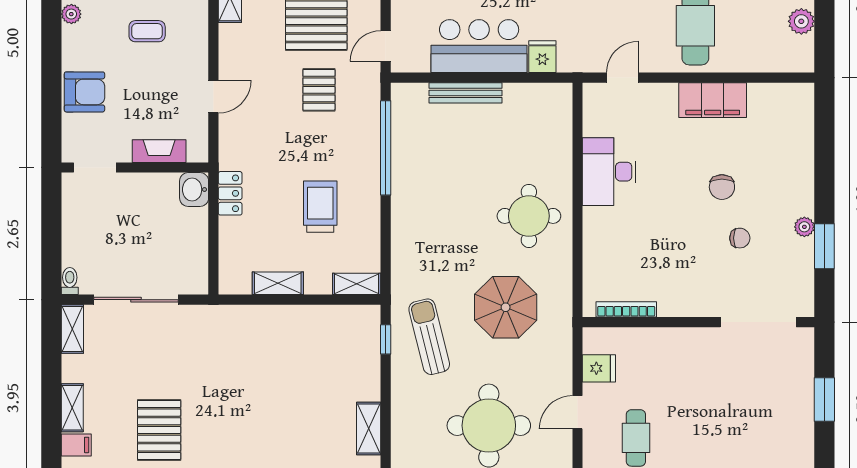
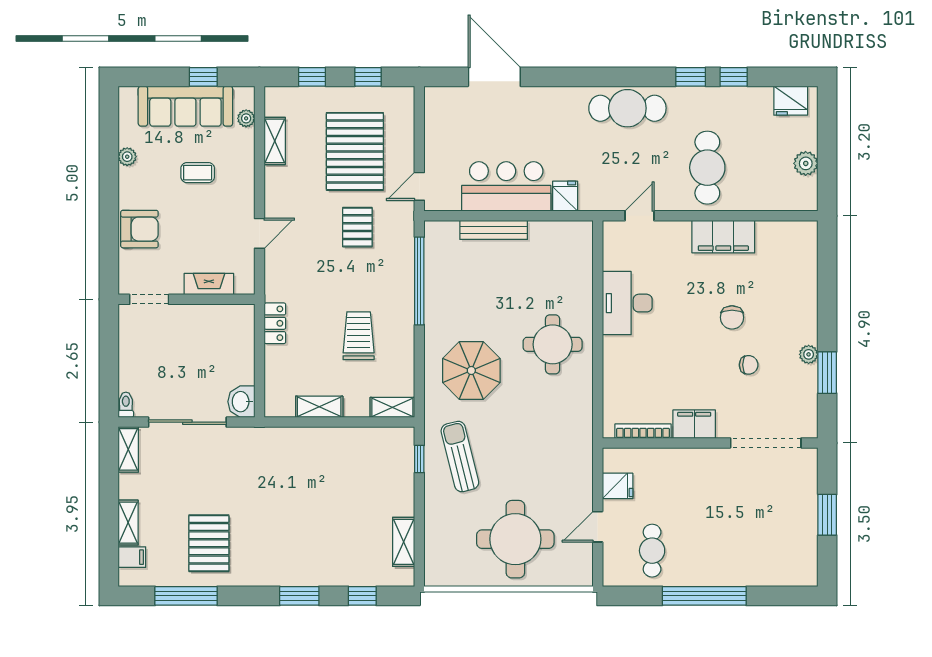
washbasin: (194, 190) -> (241, 402), moved
filing cabinet: (681, 302) -> (694, 424), added
parasol: (506, 307) -> (471, 370), moved

